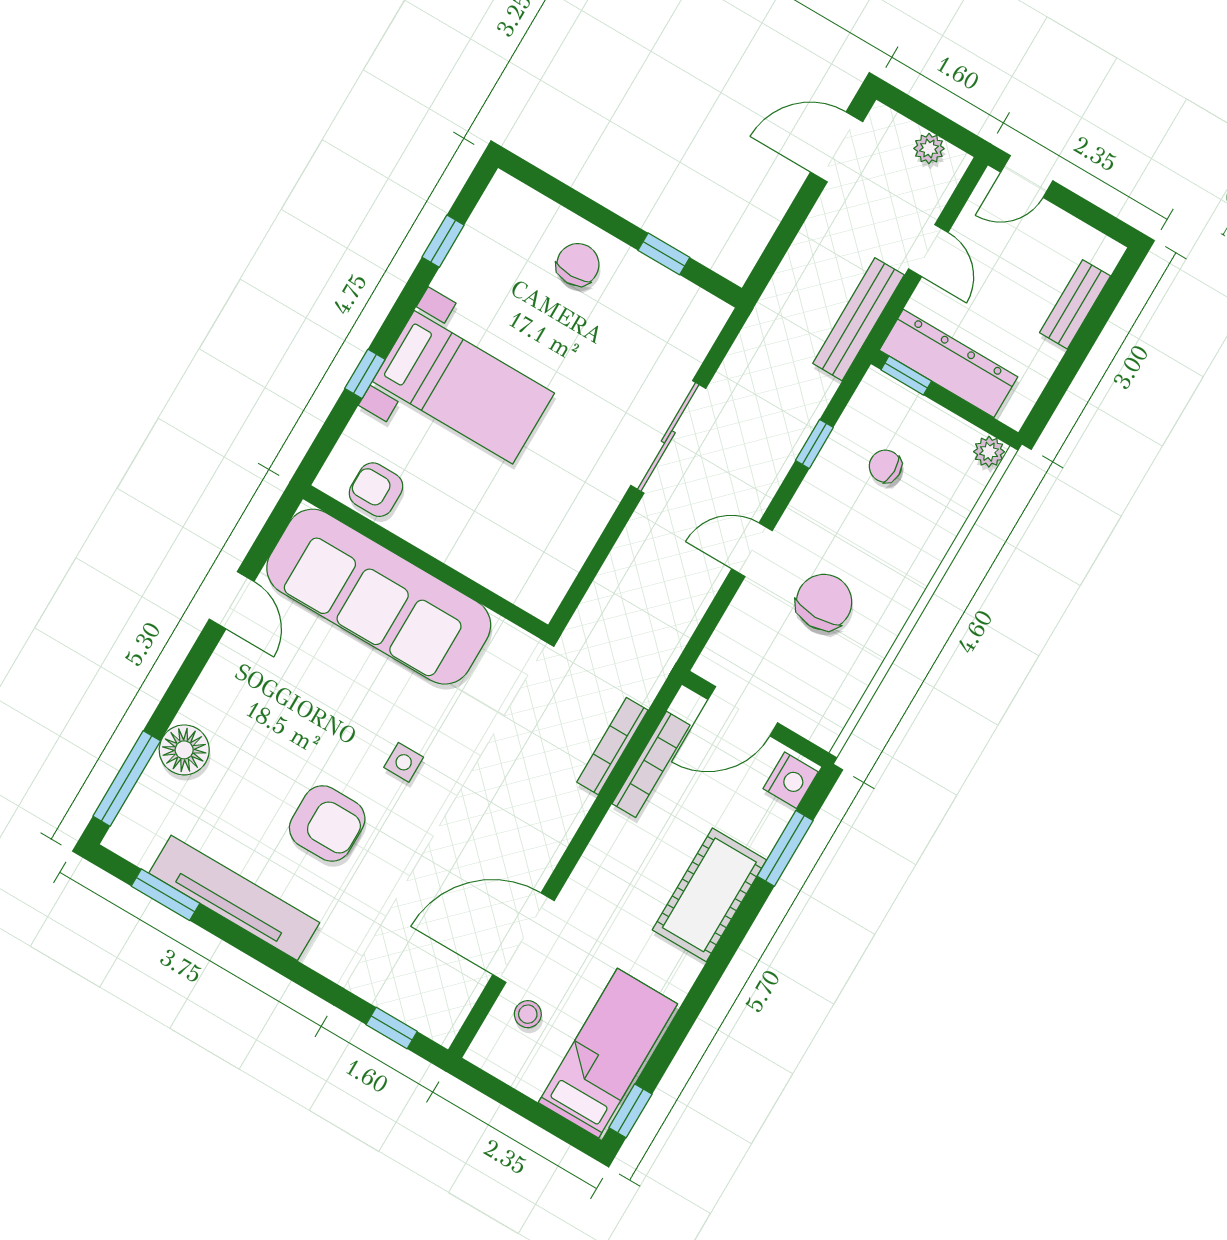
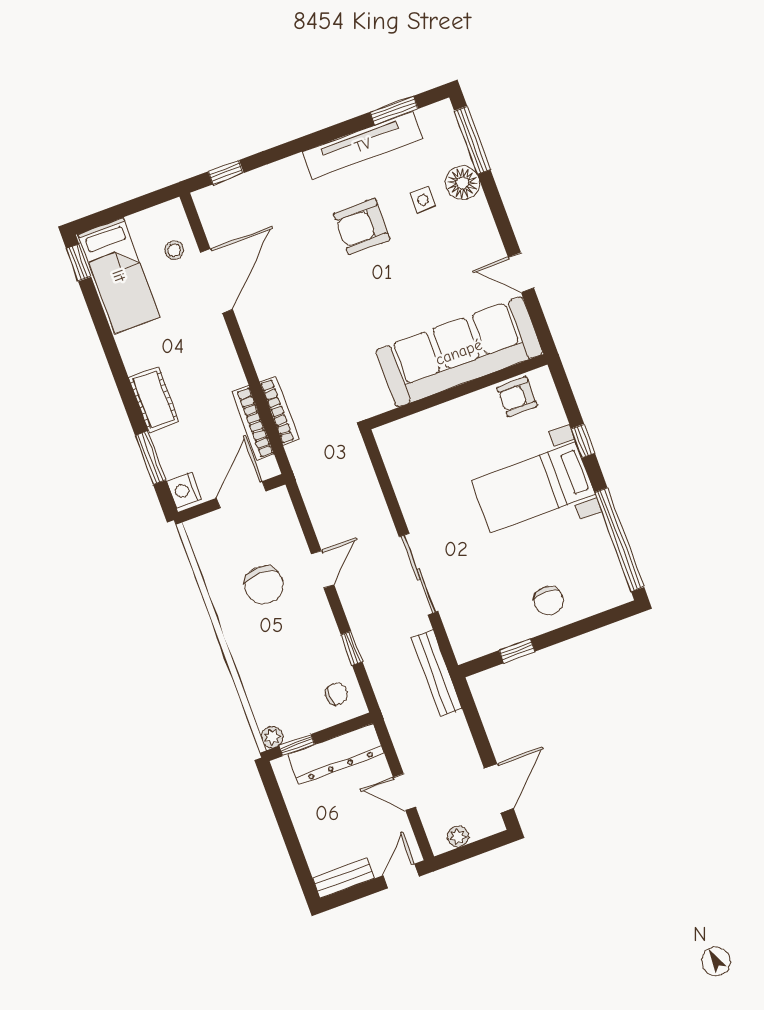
window: (443, 241) -> (619, 540), width x3.17
bench: (1075, 304) -> (343, 878), moved, turned 90
bench: (859, 319) -> (437, 673), moved
window: (906, 375) -> (297, 745), moved
chair: (885, 466) -> (336, 694), moved
armchair: (376, 490) -> (517, 397), turned 180
side table: (404, 762) -> (423, 200), moved
cot: (709, 895) -> (154, 400), width x0.73, depth x0.75

